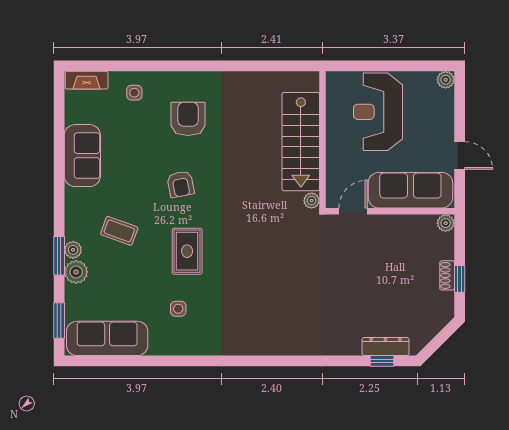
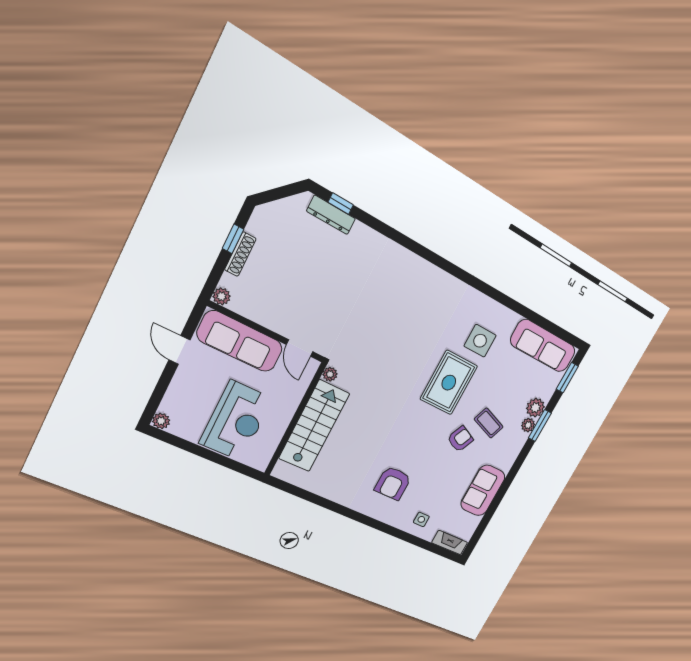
armchair: (181, 184) -> (460, 439), moved, turned 36
door: (353, 211) -> (300, 348), hinge flipped
rug: (187, 251) -> (449, 383), width x1.36, depth x1.43
shoe rack: (447, 275) -> (240, 254), width x1.43
side table: (178, 309) -> (480, 341), width x1.87, depth x1.87

